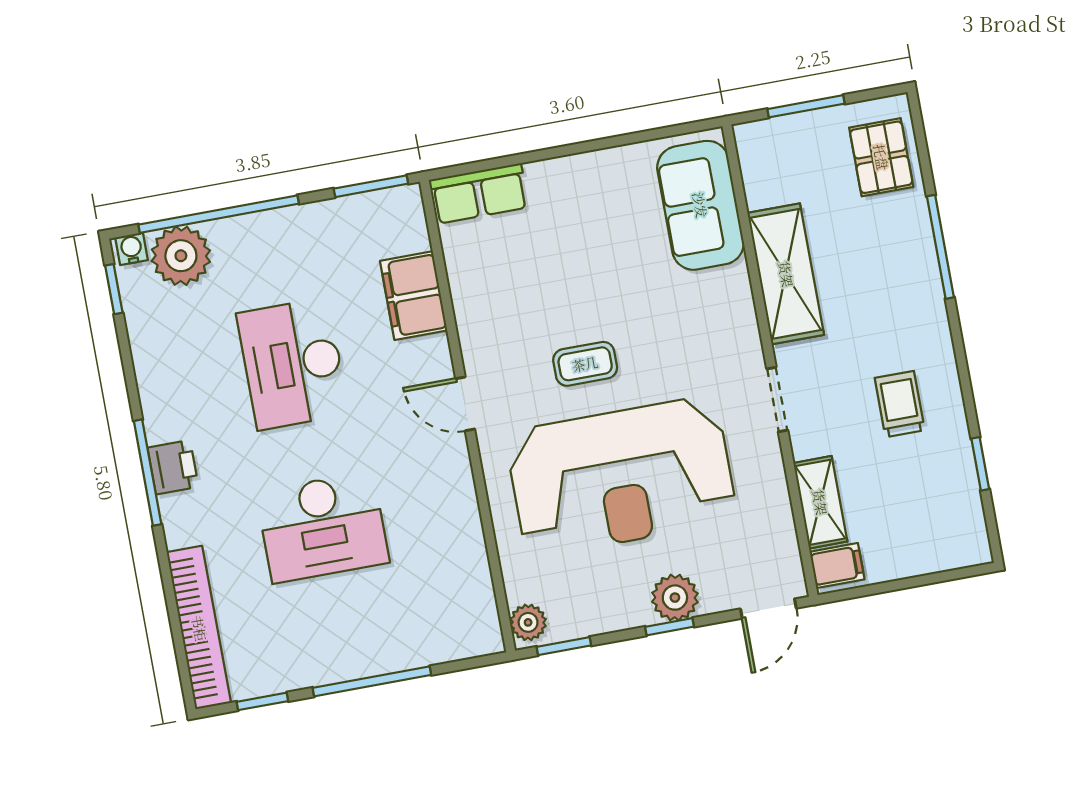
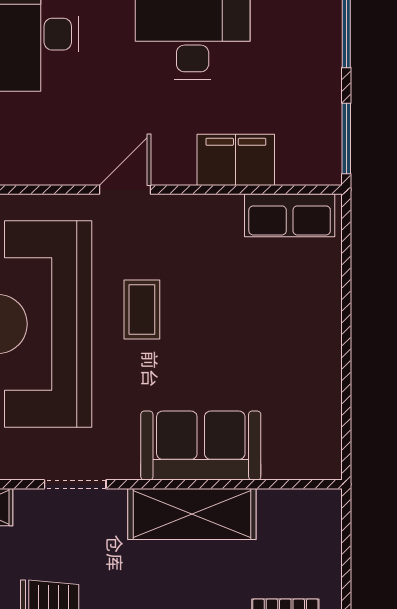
window: (806, 106) -> (346, 562), removed
row of seats: (479, 194) -> (290, 215), moved, turned -90
sofa: (700, 205) -> (201, 446), moved

